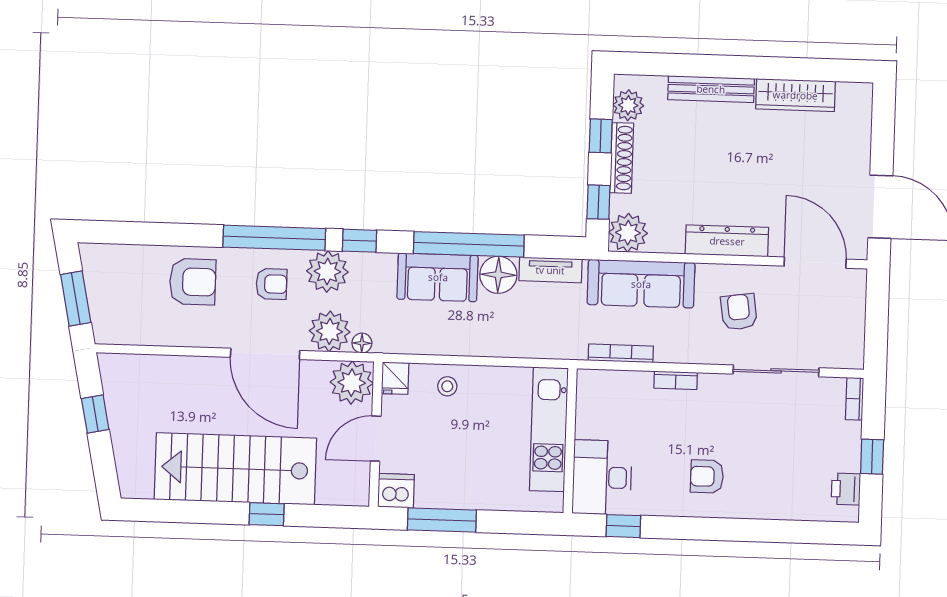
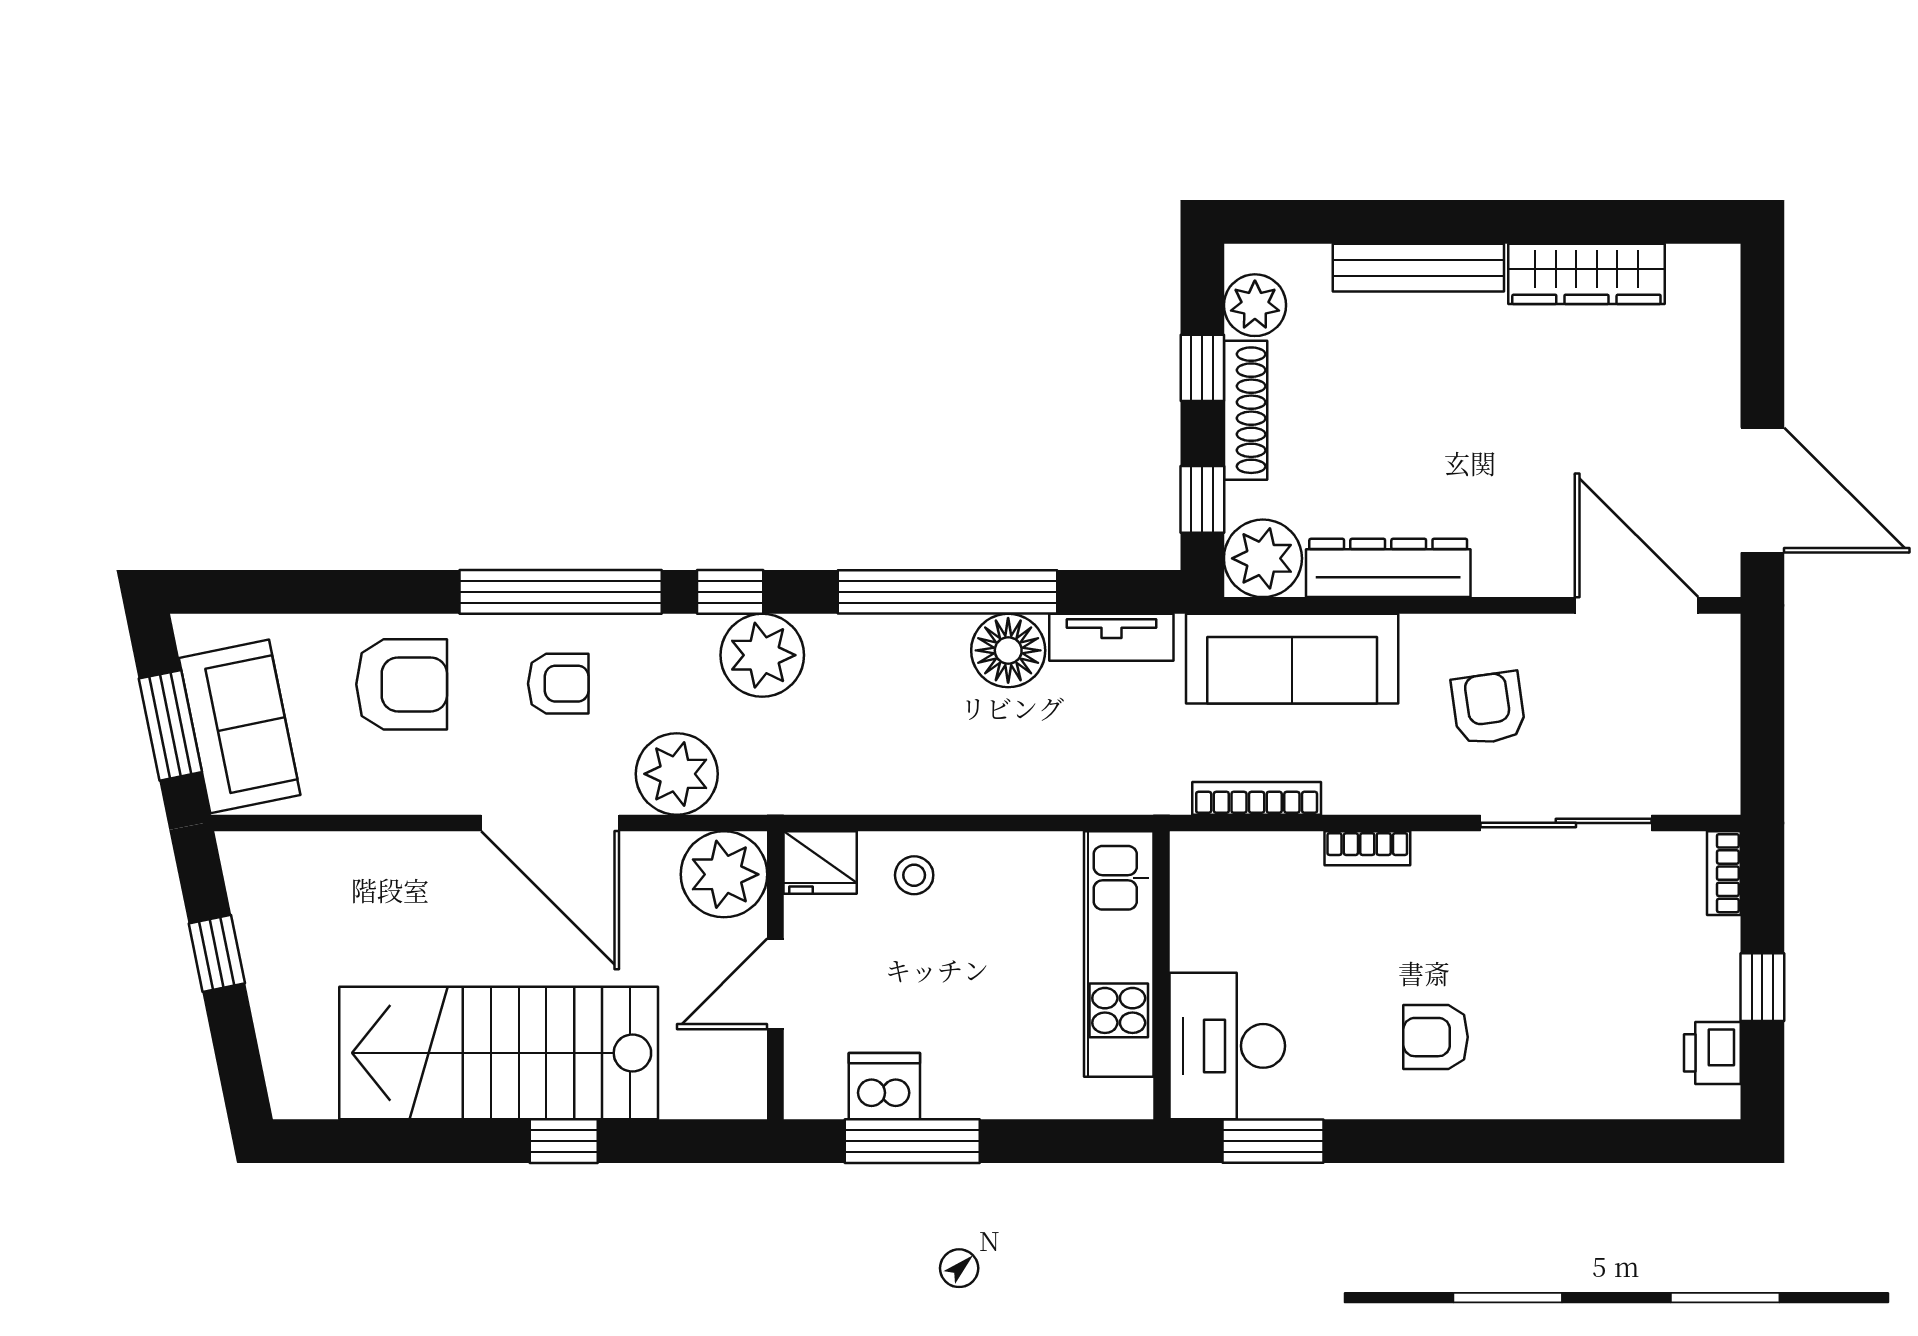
dresser: (727, 241) -> (1388, 568), moved
plant: (327, 272) -> (762, 655), moved
sofa: (438, 277) -> (240, 726), moved, turned -101
floor lamp: (362, 343) -> (742, 795), removed
fridge: (395, 378) -> (820, 863), width x1.38
dishwasher: (396, 491) -> (884, 1086), moved
window: (623, 526) -> (1273, 1141), width x1.50

